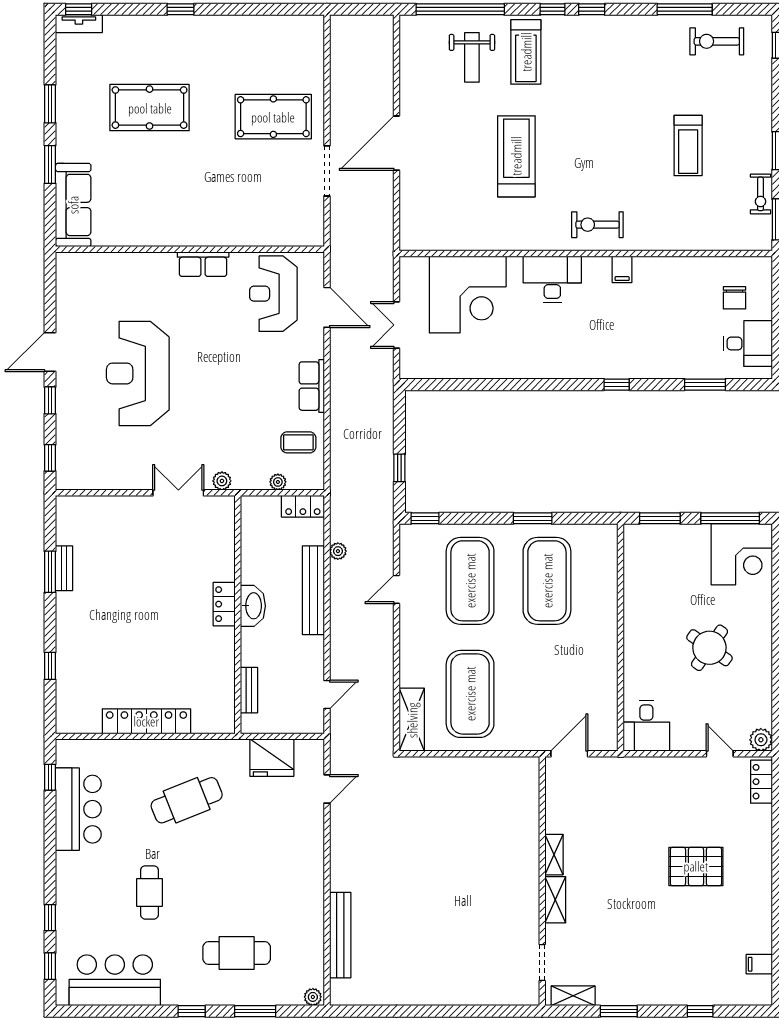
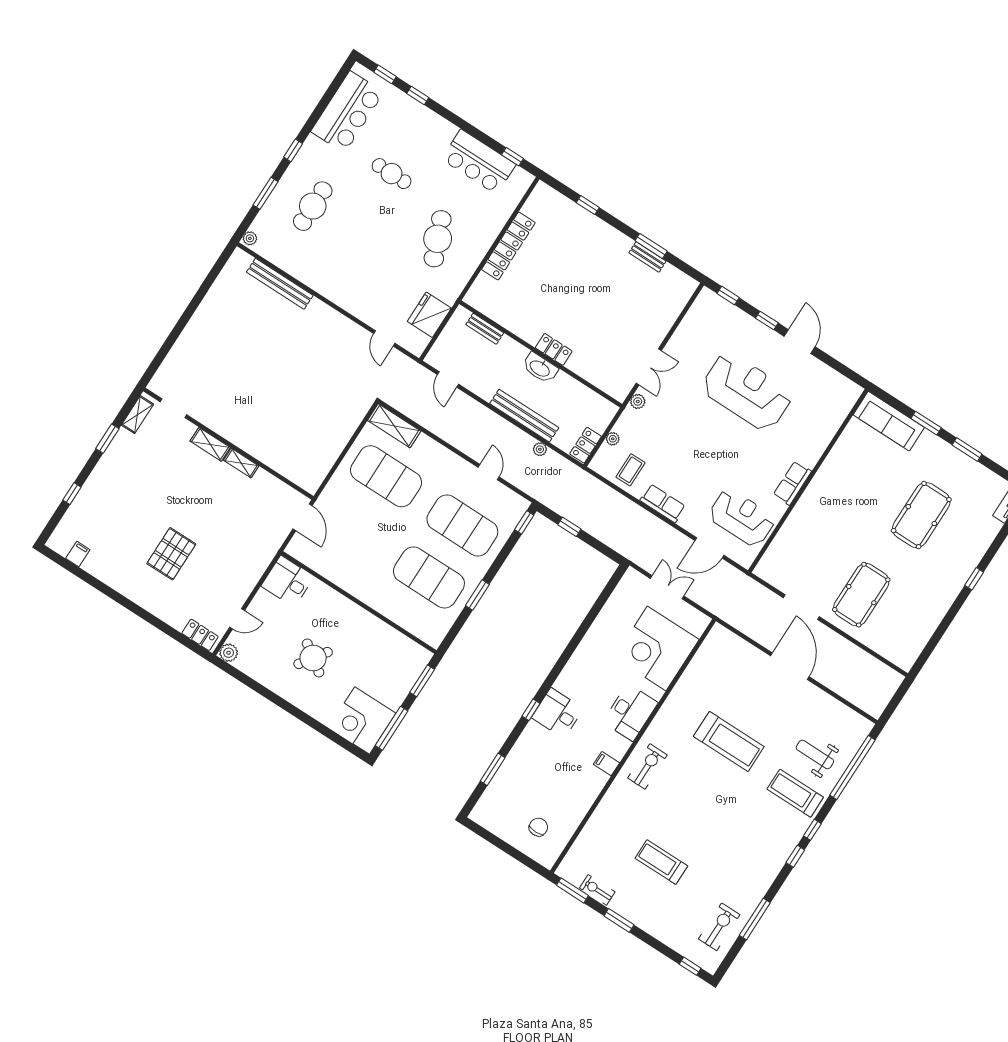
chair: (735, 298) -> (538, 827), turned 90
desk: (748, 344) -> (558, 713), moved, turned 90

